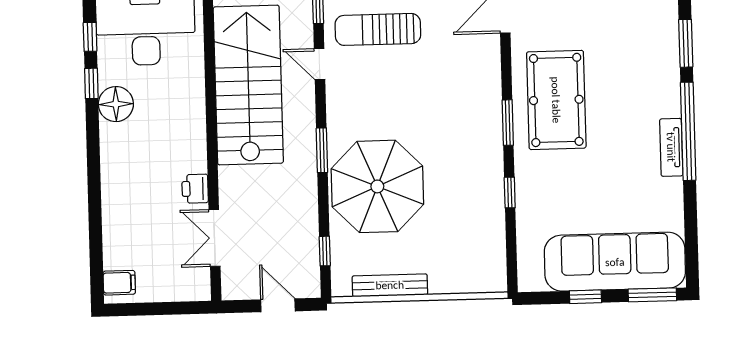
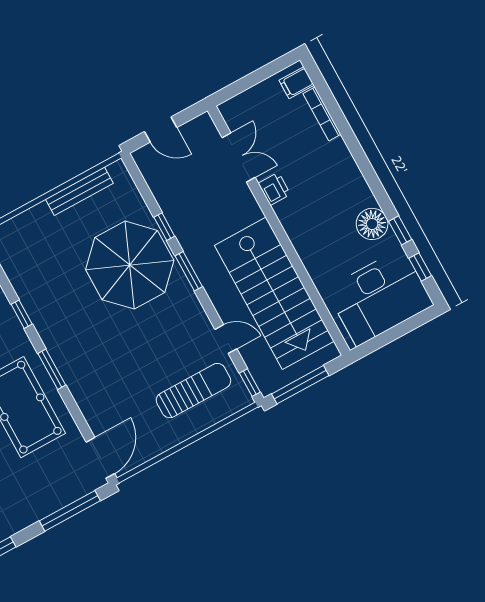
bookcase: (110, 239) -> (322, 114), added
window: (325, 251) -> (164, 227), moved

